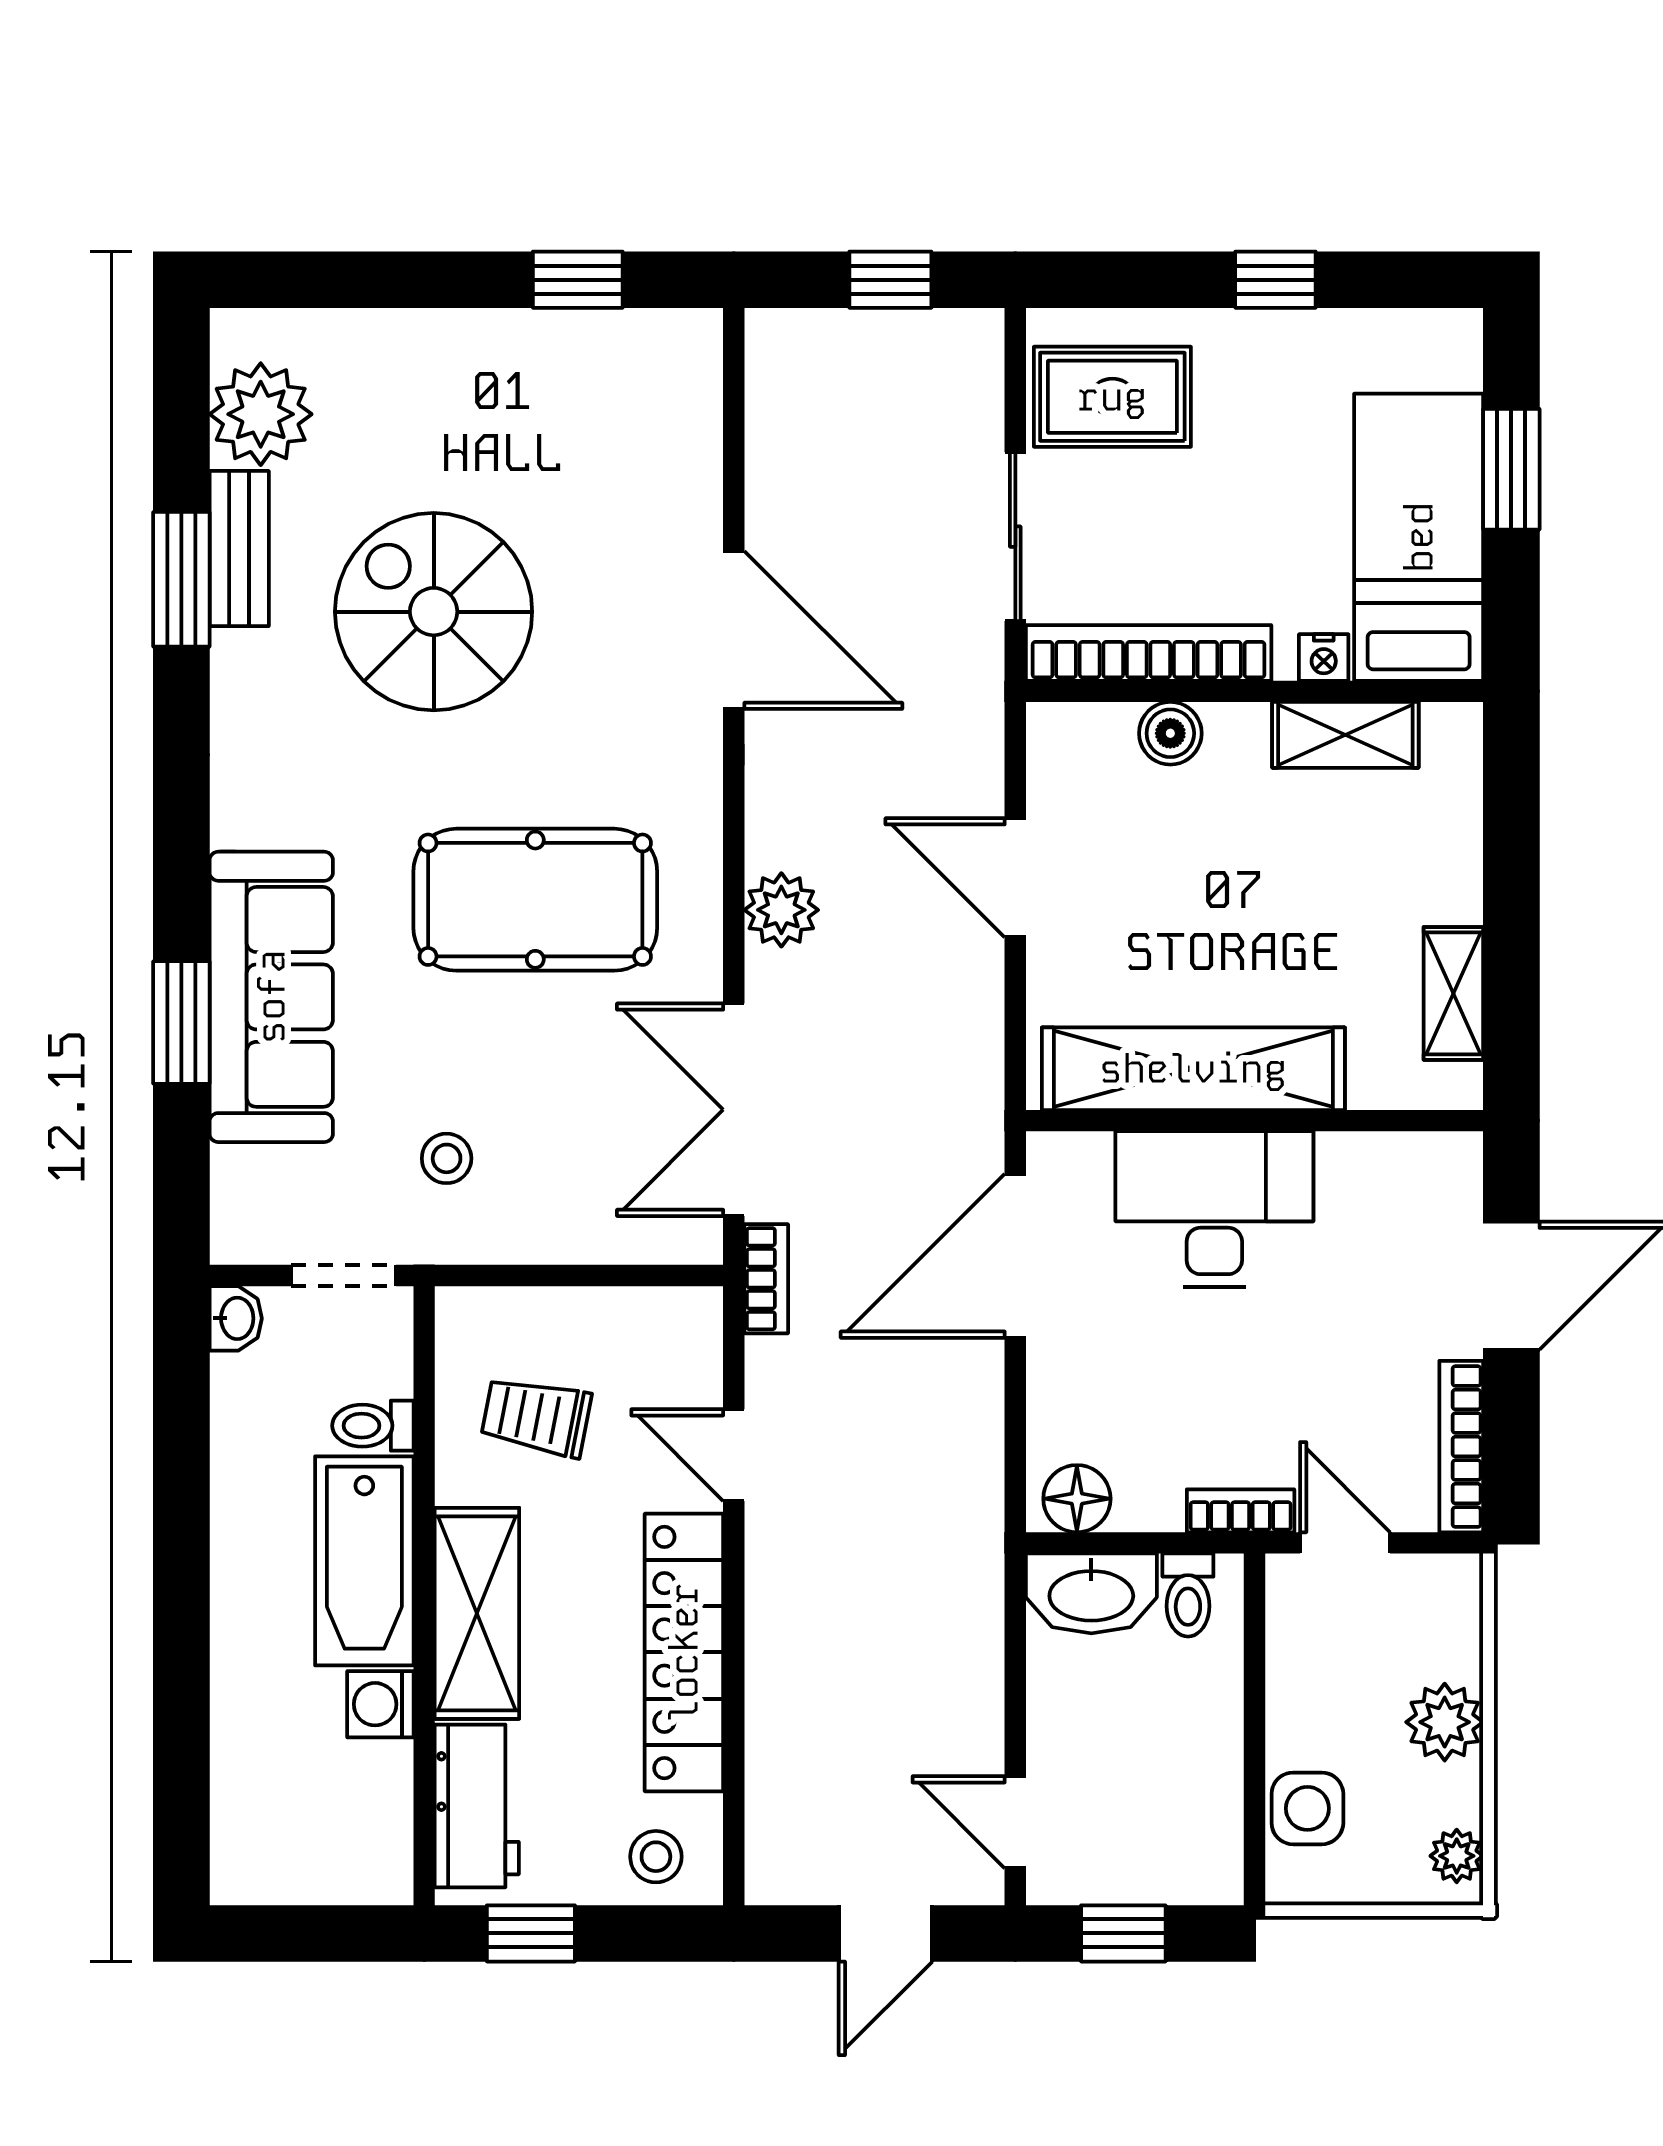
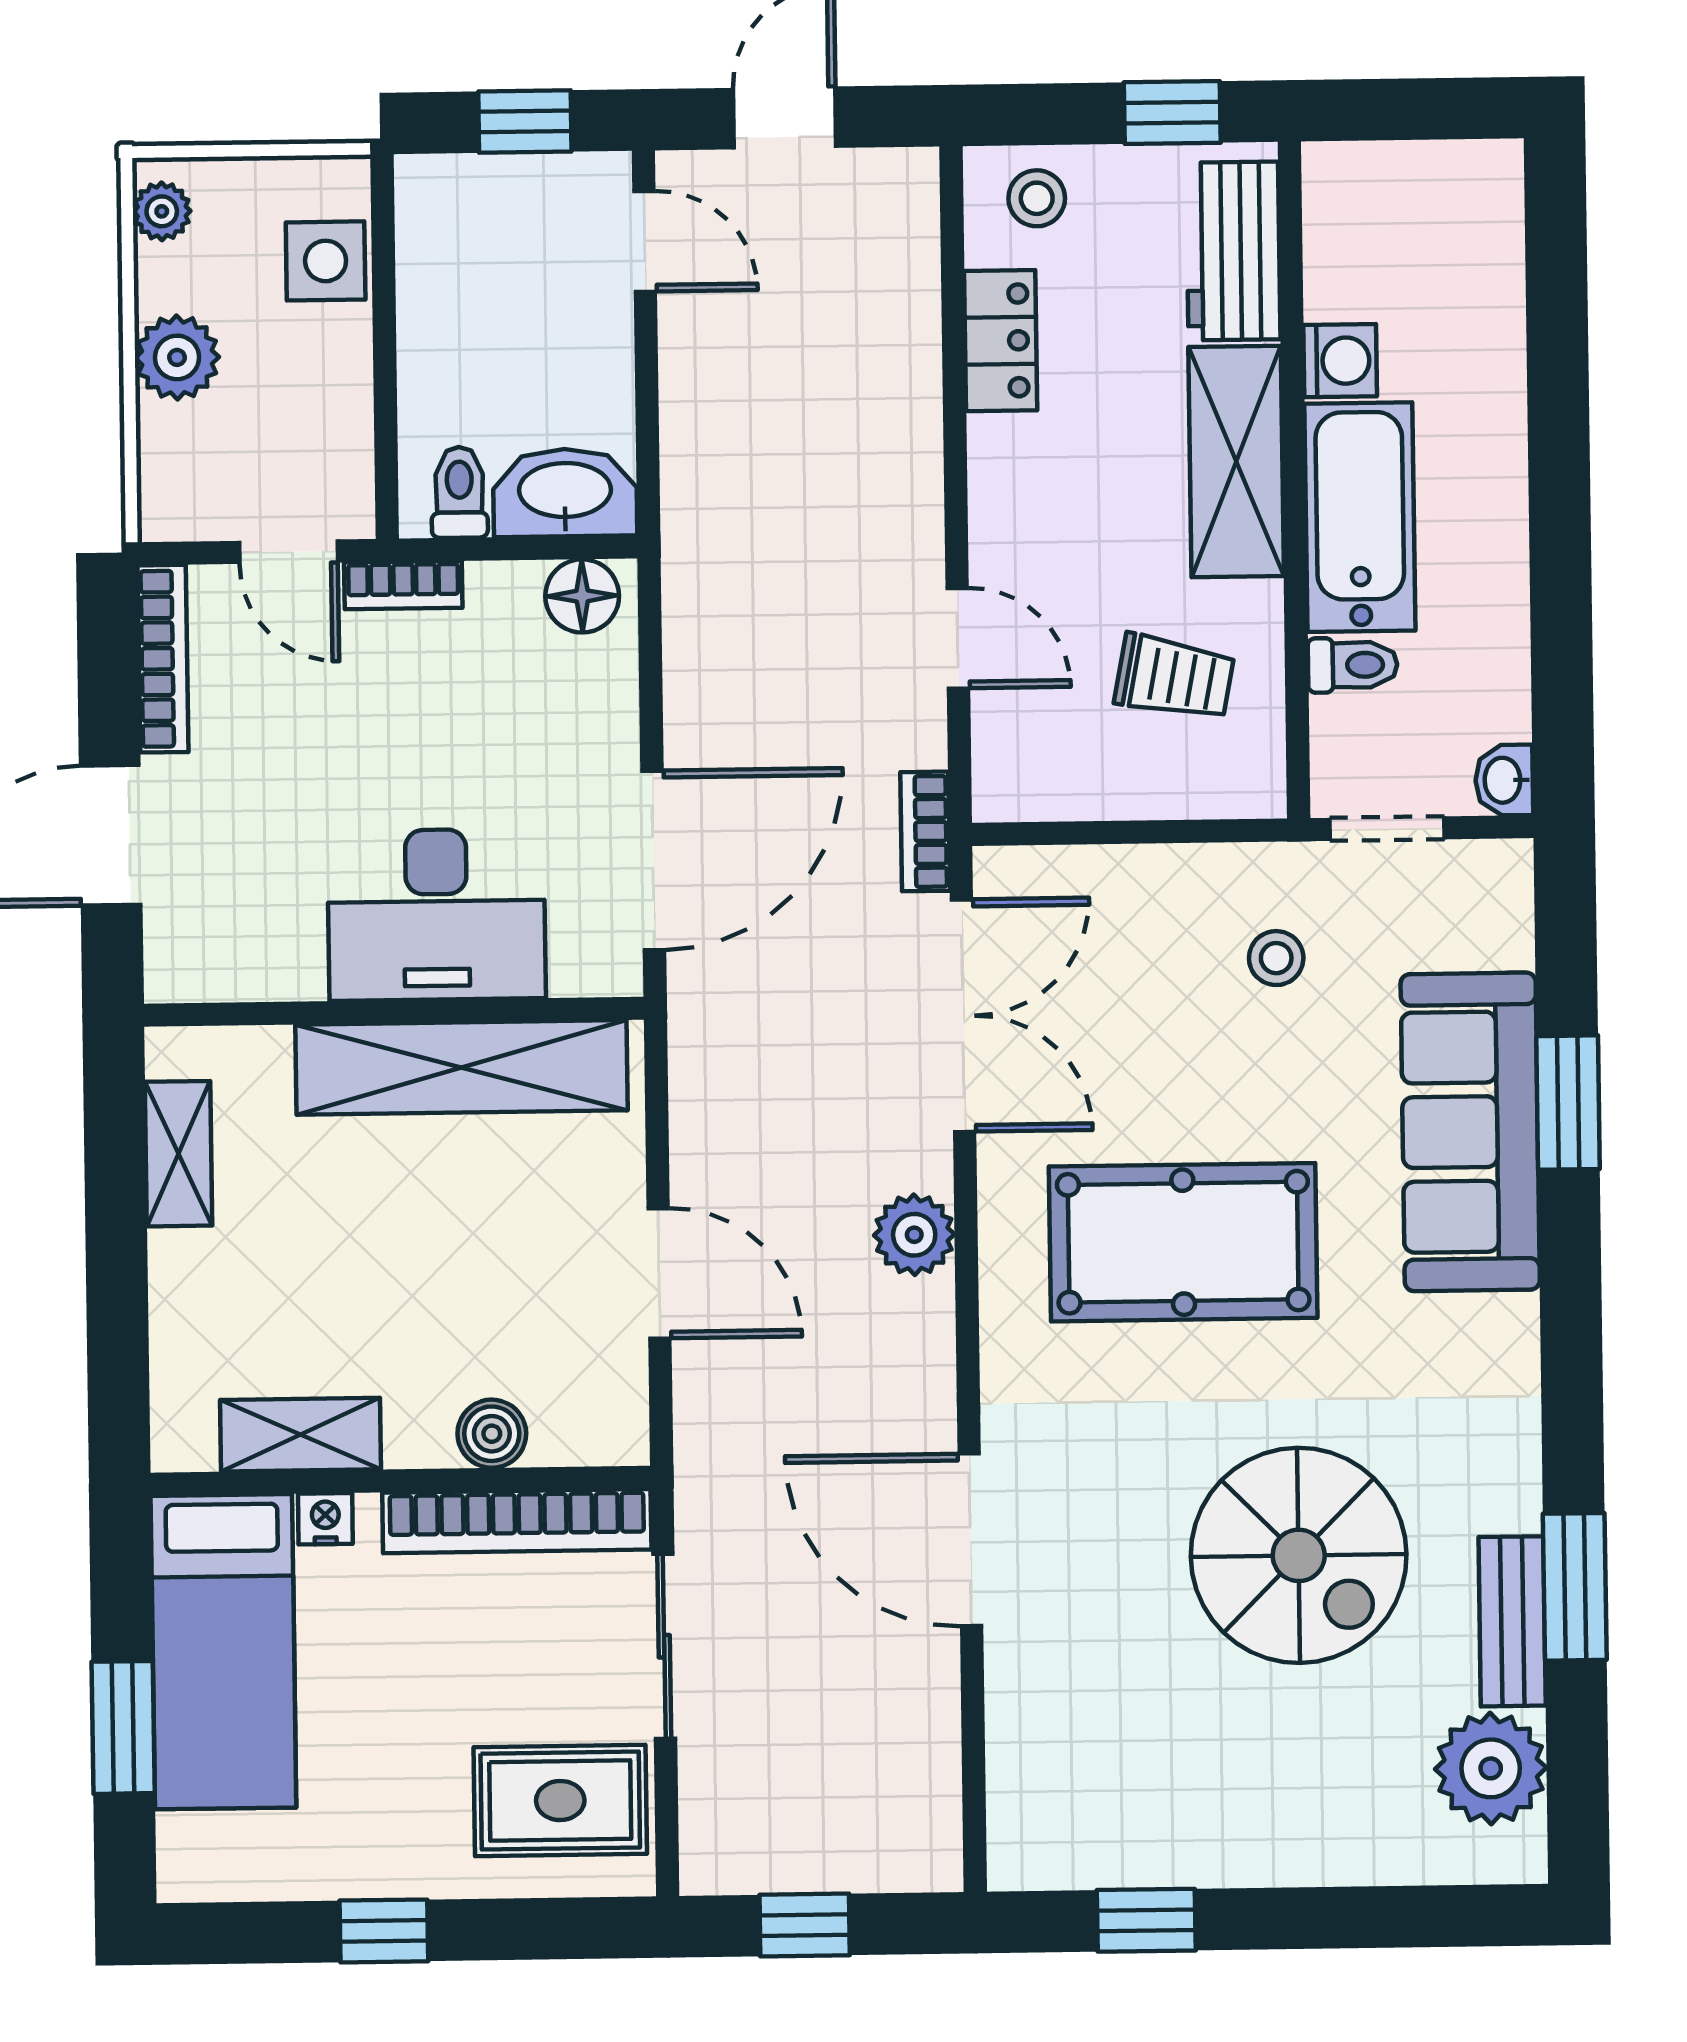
locker: (684, 1652) -> (1001, 341), width x0.46, depth x0.83

